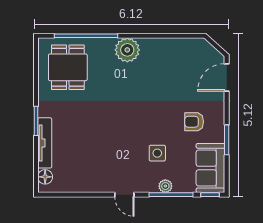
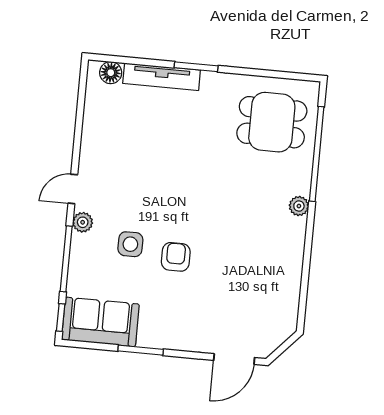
plant: (127, 50) -> (299, 206), width x0.53, depth x0.53
door: (227, 77) -> (234, 359), swing flipped
armchair: (194, 122) -> (176, 257), moved
plant: (165, 186) -> (83, 222), moved

